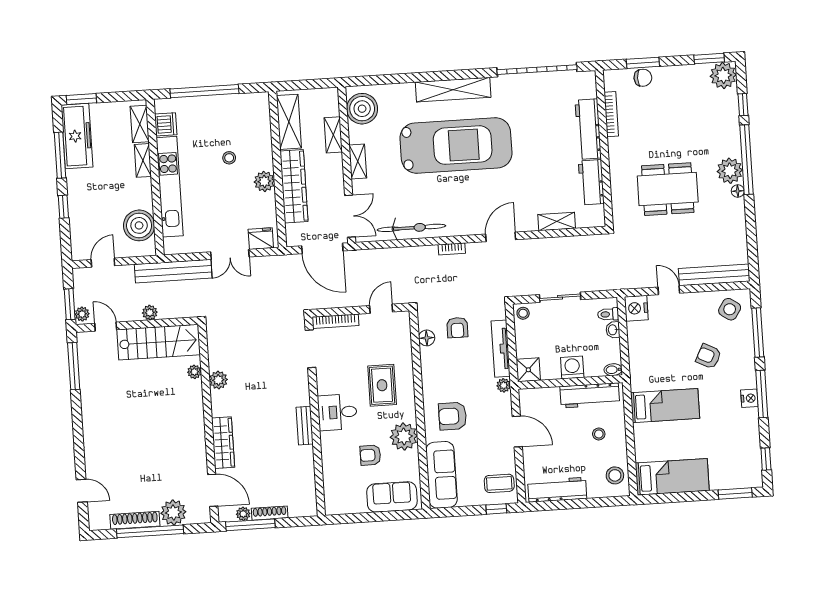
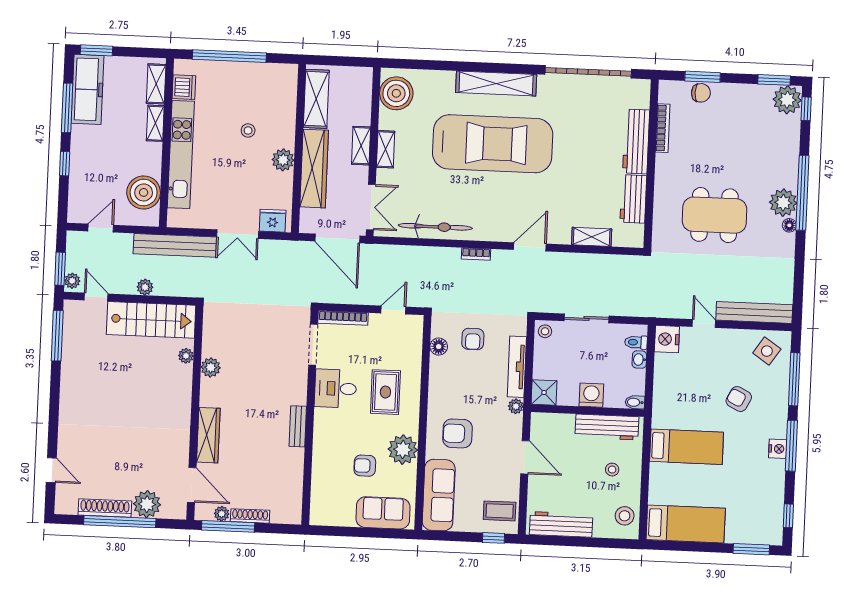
window: (743, 105) -> (806, 109), moved
shelving: (333, 135) -> (361, 146), moved
desk: (337, 412) -> (336, 388), moved

